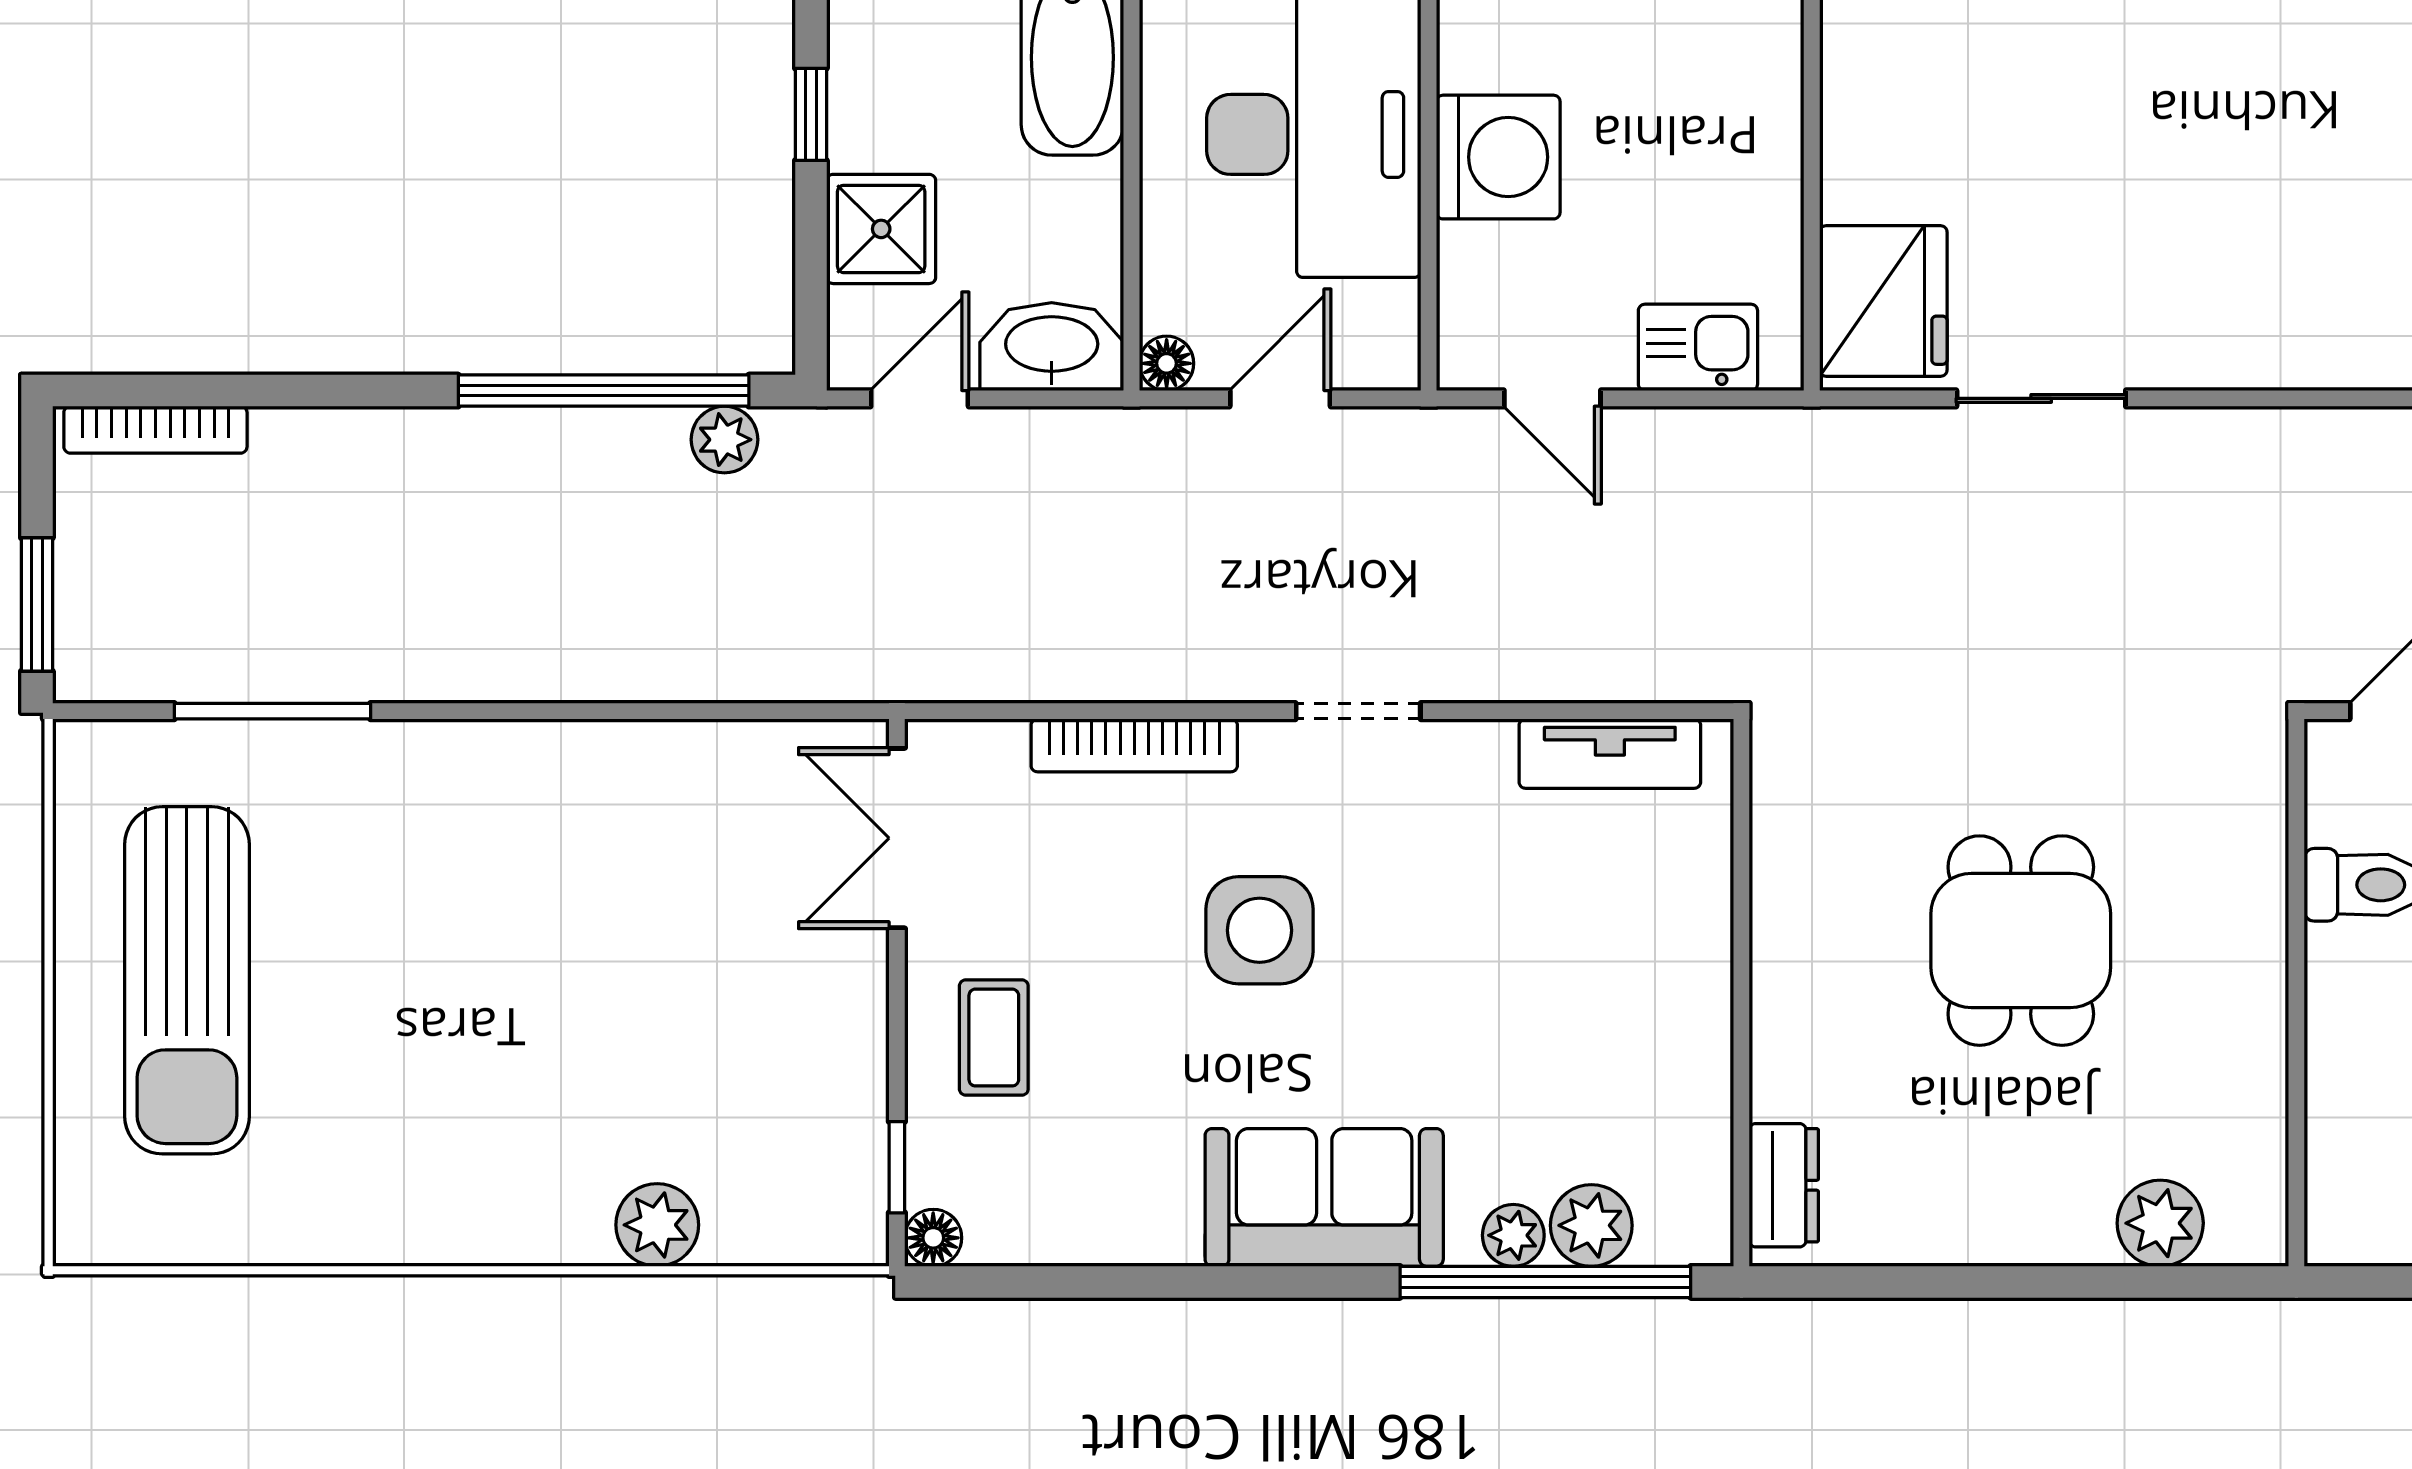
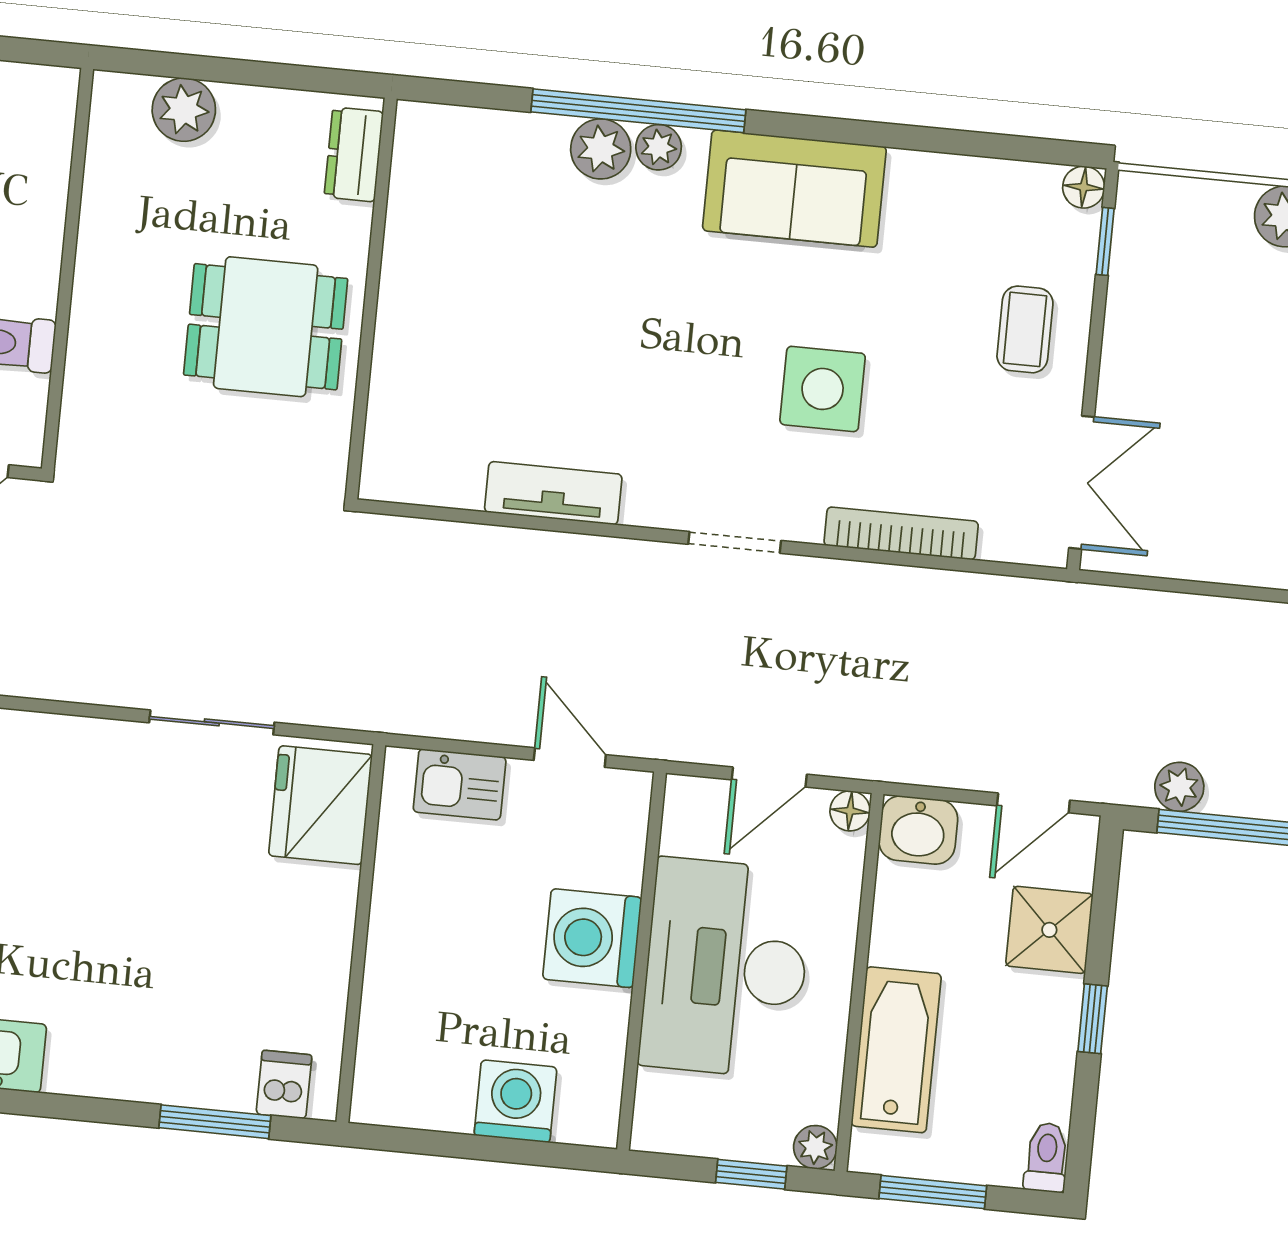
washbasin: (1052, 347) -> (918, 830), width x0.72
dining table: (2021, 941) -> (266, 327), turned 90
wall: (1741, 993) -> (371, 299), moved
dresser: (1784, 1185) -> (354, 154), moved

